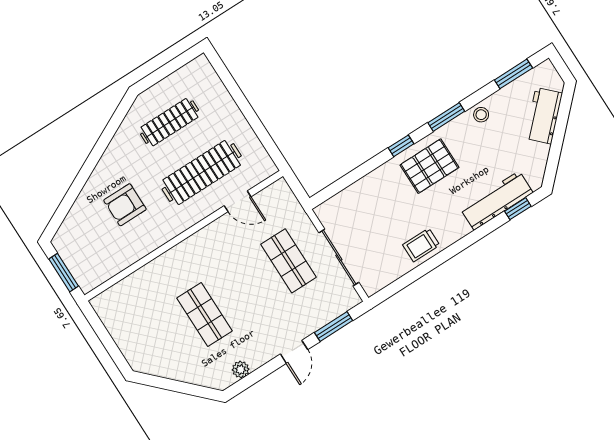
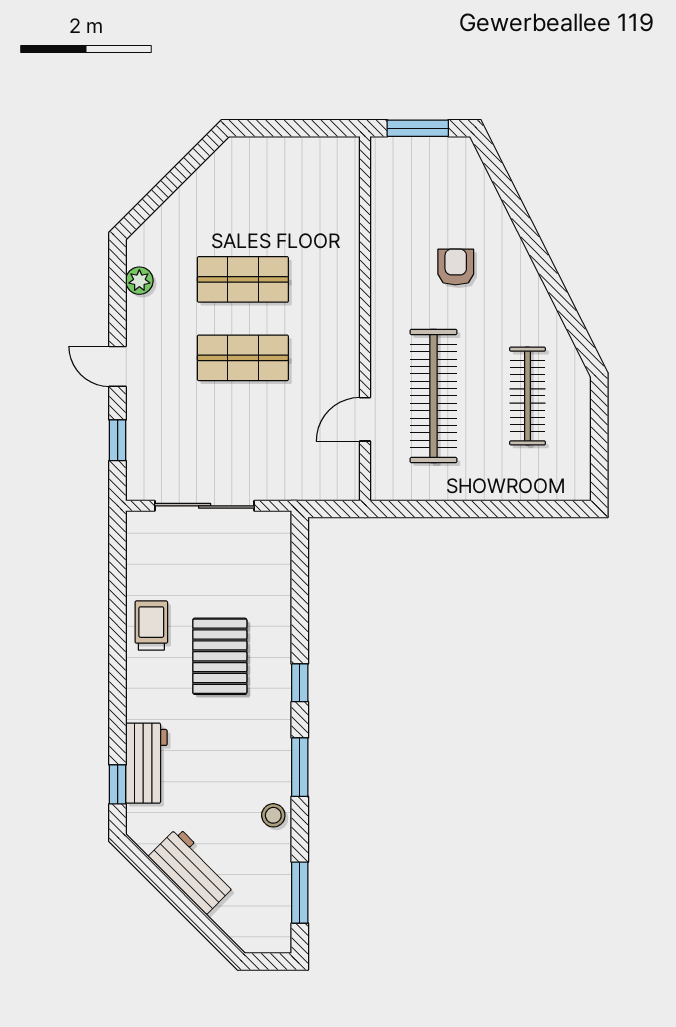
workbench: (544, 116) -> (192, 871), moved
pallet: (429, 166) -> (220, 656), moved
workbench: (497, 201) -> (146, 763), width x0.73
armchair: (125, 205) -> (456, 267), width x0.72, depth x0.72
shop shelf: (288, 261) -> (243, 358), moved
window: (334, 327) -> (118, 440), width x0.67

